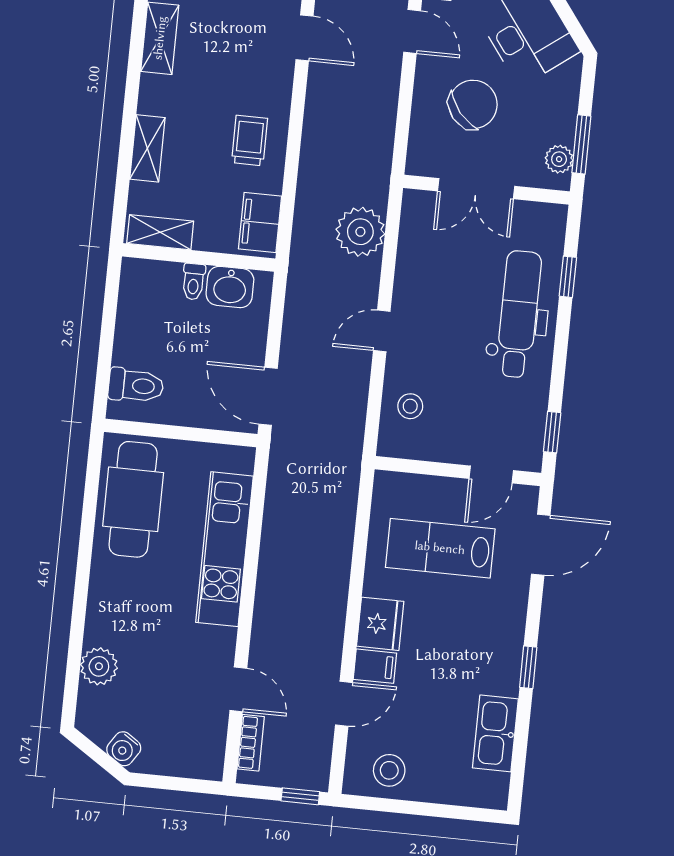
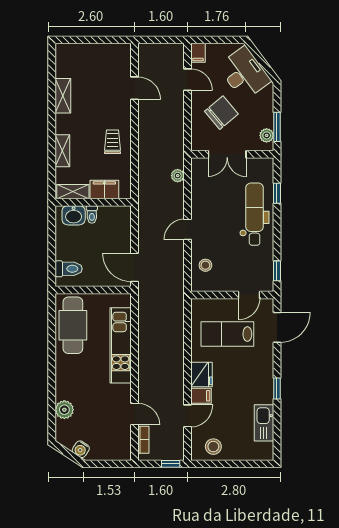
filing cabinet: (260, 222) -> (104, 189), moved, turned 90
plant: (360, 232) -> (178, 176), width x0.53, depth x0.53
washbasin: (230, 287) -> (74, 215), moved

